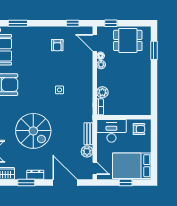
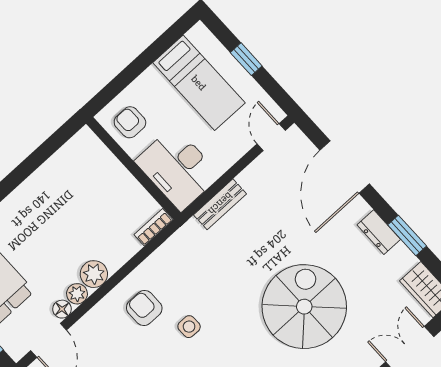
armchair: (78, 81) -> (144, 308), added
plant: (102, 92) -> (94, 274), moved
plant: (87, 151) -> (254, 178), removed
bed: (132, 166) -> (199, 83), width x0.67

